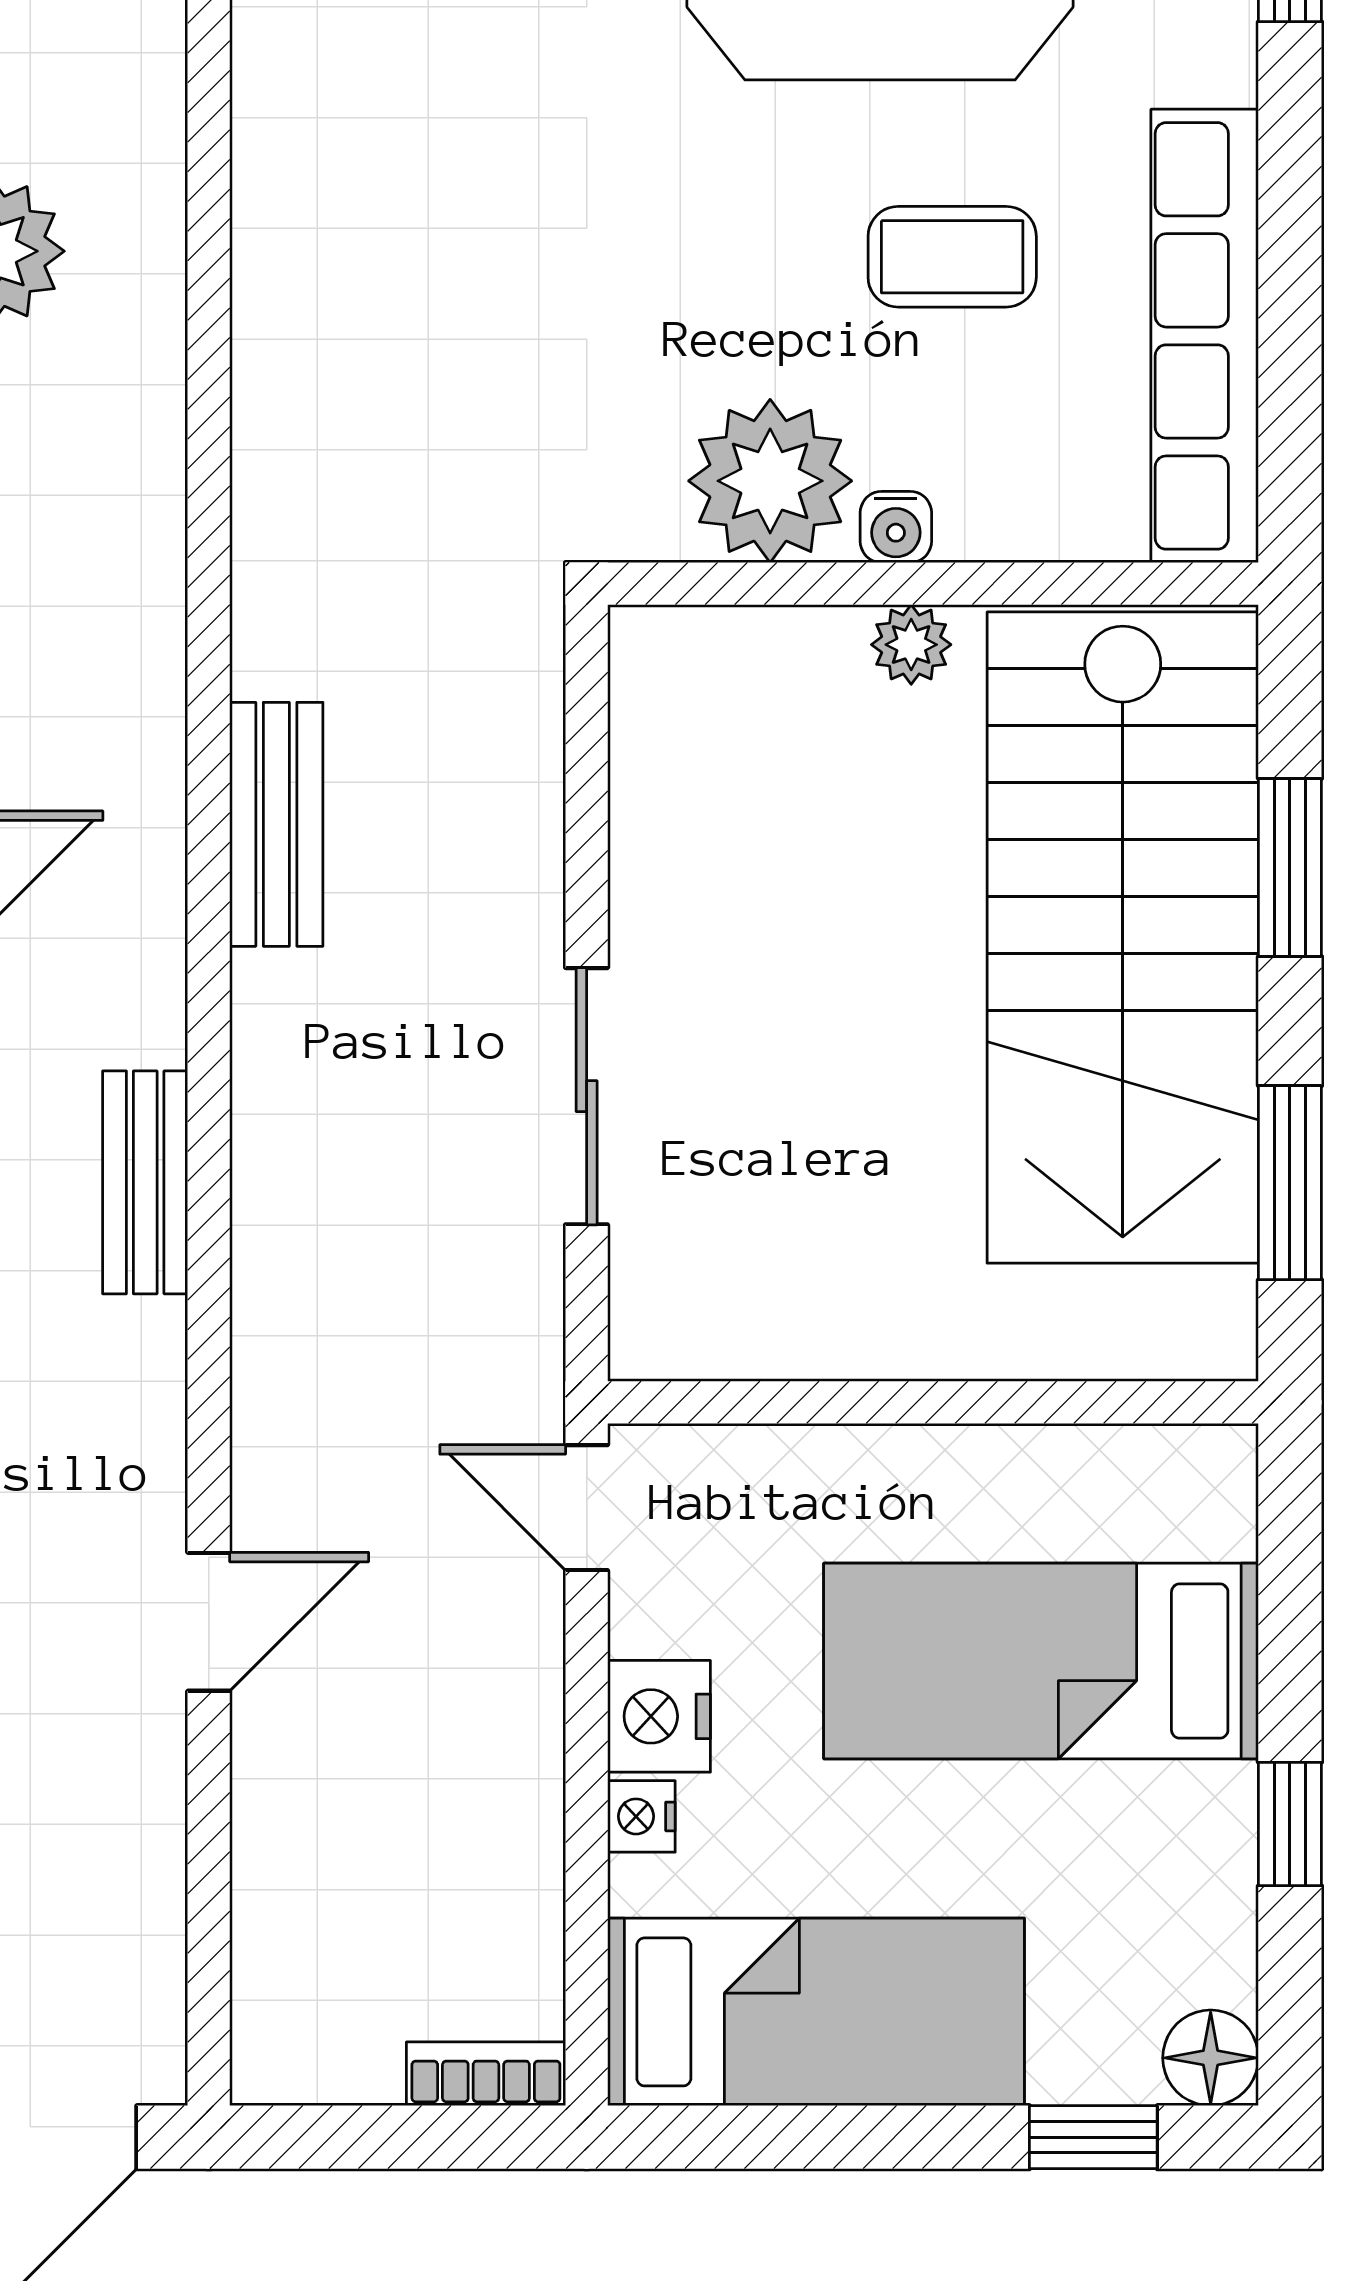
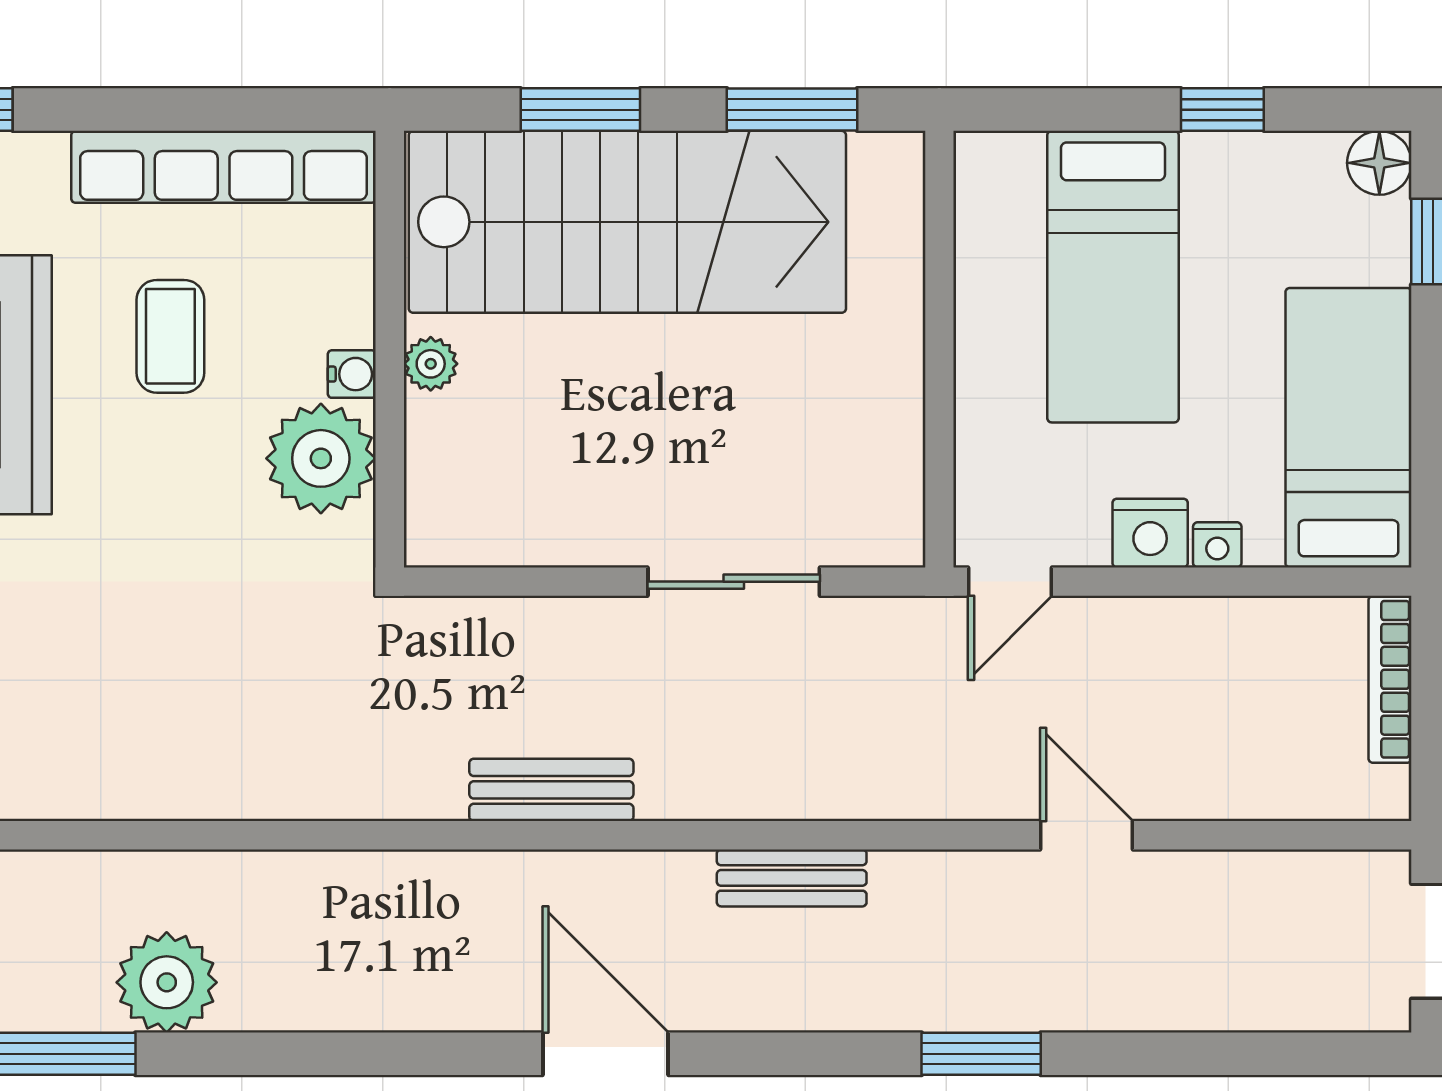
bookcase: (486, 2074) -> (1390, 679), width x1.56

